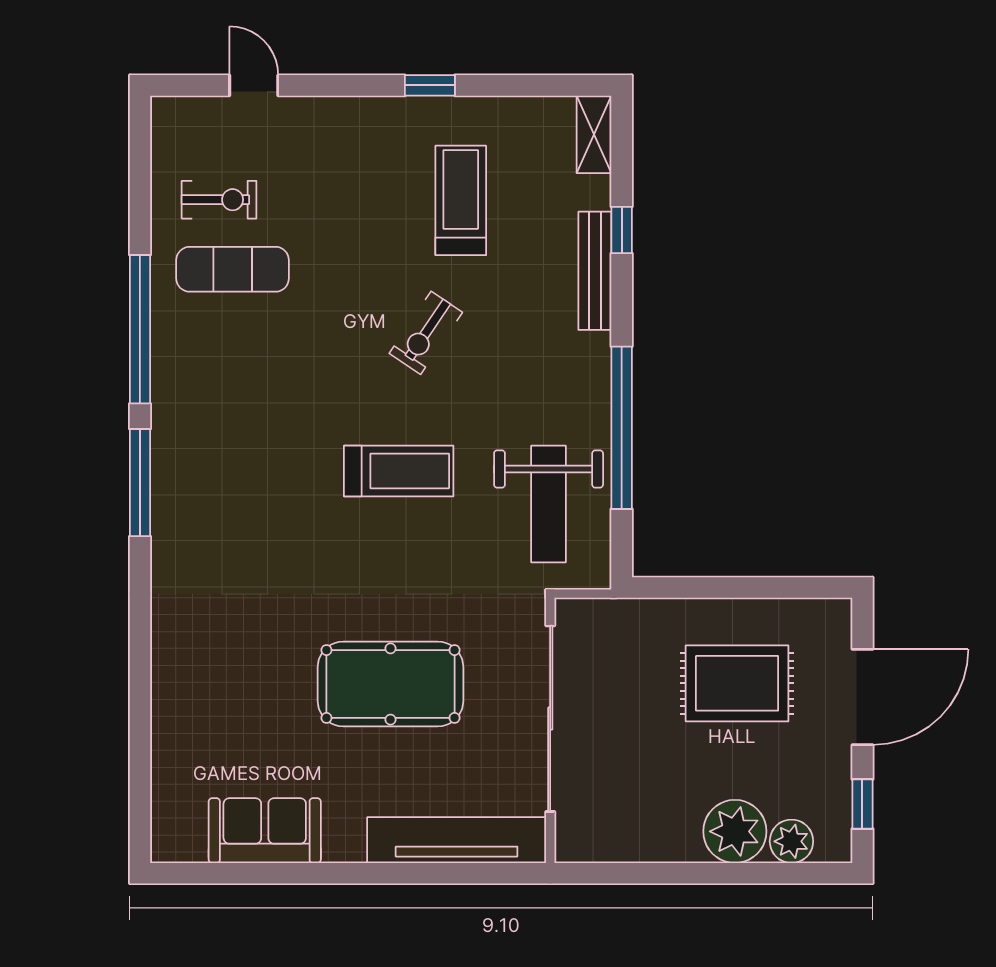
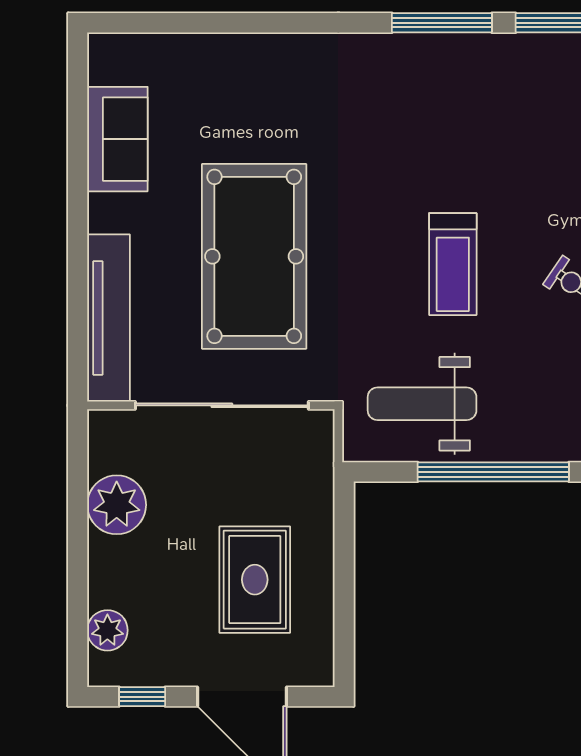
pool table: (390, 684) -> (254, 256), width x1.36, depth x1.32
plant: (735, 831) -> (117, 505), moved

